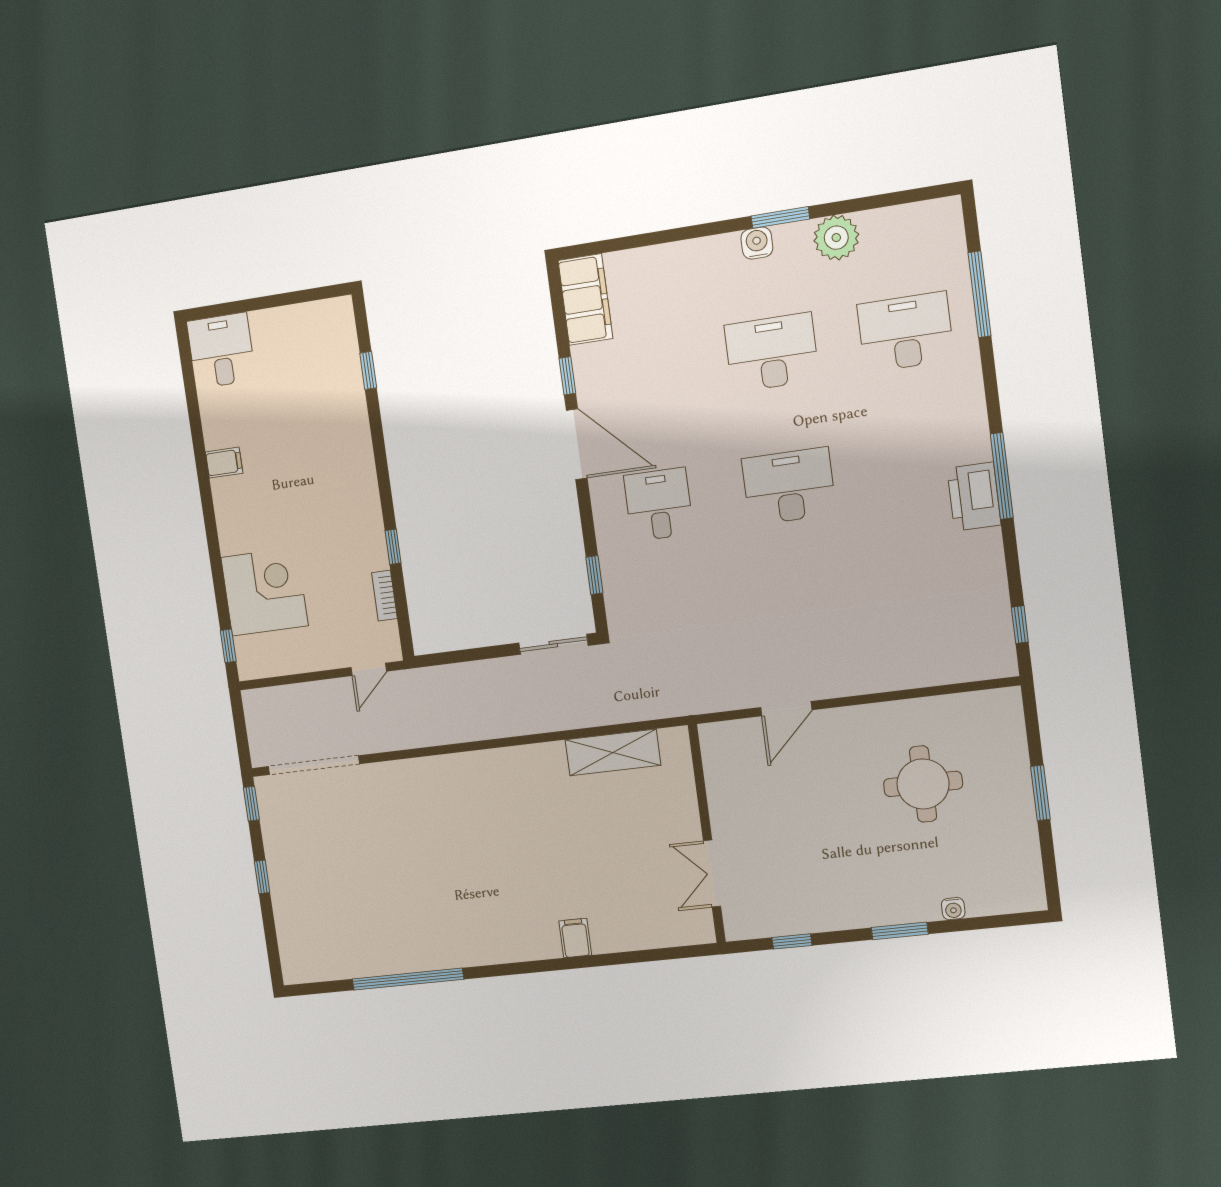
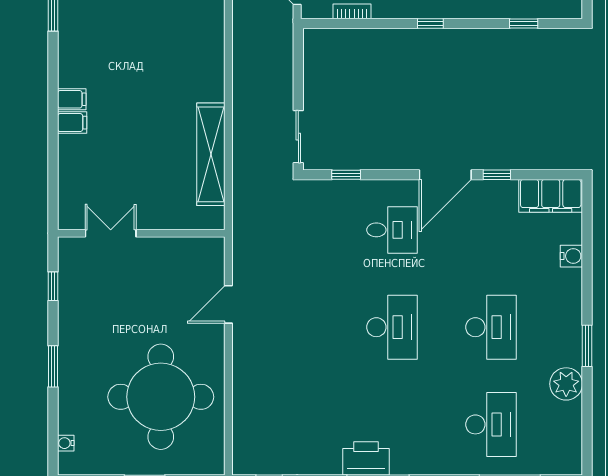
water cooler: (757, 243) -> (571, 256), moved
window: (393, 547) -> (430, 24), moved
door: (786, 709) -> (228, 304), hinge flipped
shelving: (613, 752) -> (211, 154), width x1.47
round table: (923, 784) -> (161, 397), width x1.86, depth x1.86
water cooler: (953, 909) -> (66, 443), moved
filing cabinet: (546, 941) -> (72, 99), added

